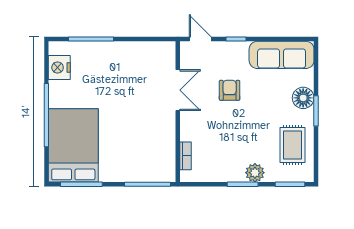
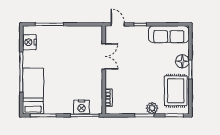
armchair: (230, 90) -> (136, 56), removed
bed: (73, 145) -> (33, 91), width x0.67
rug: (292, 145) -> (176, 91), width x1.36, depth x1.43
nightstand: (142, 171) -> (82, 107), added

